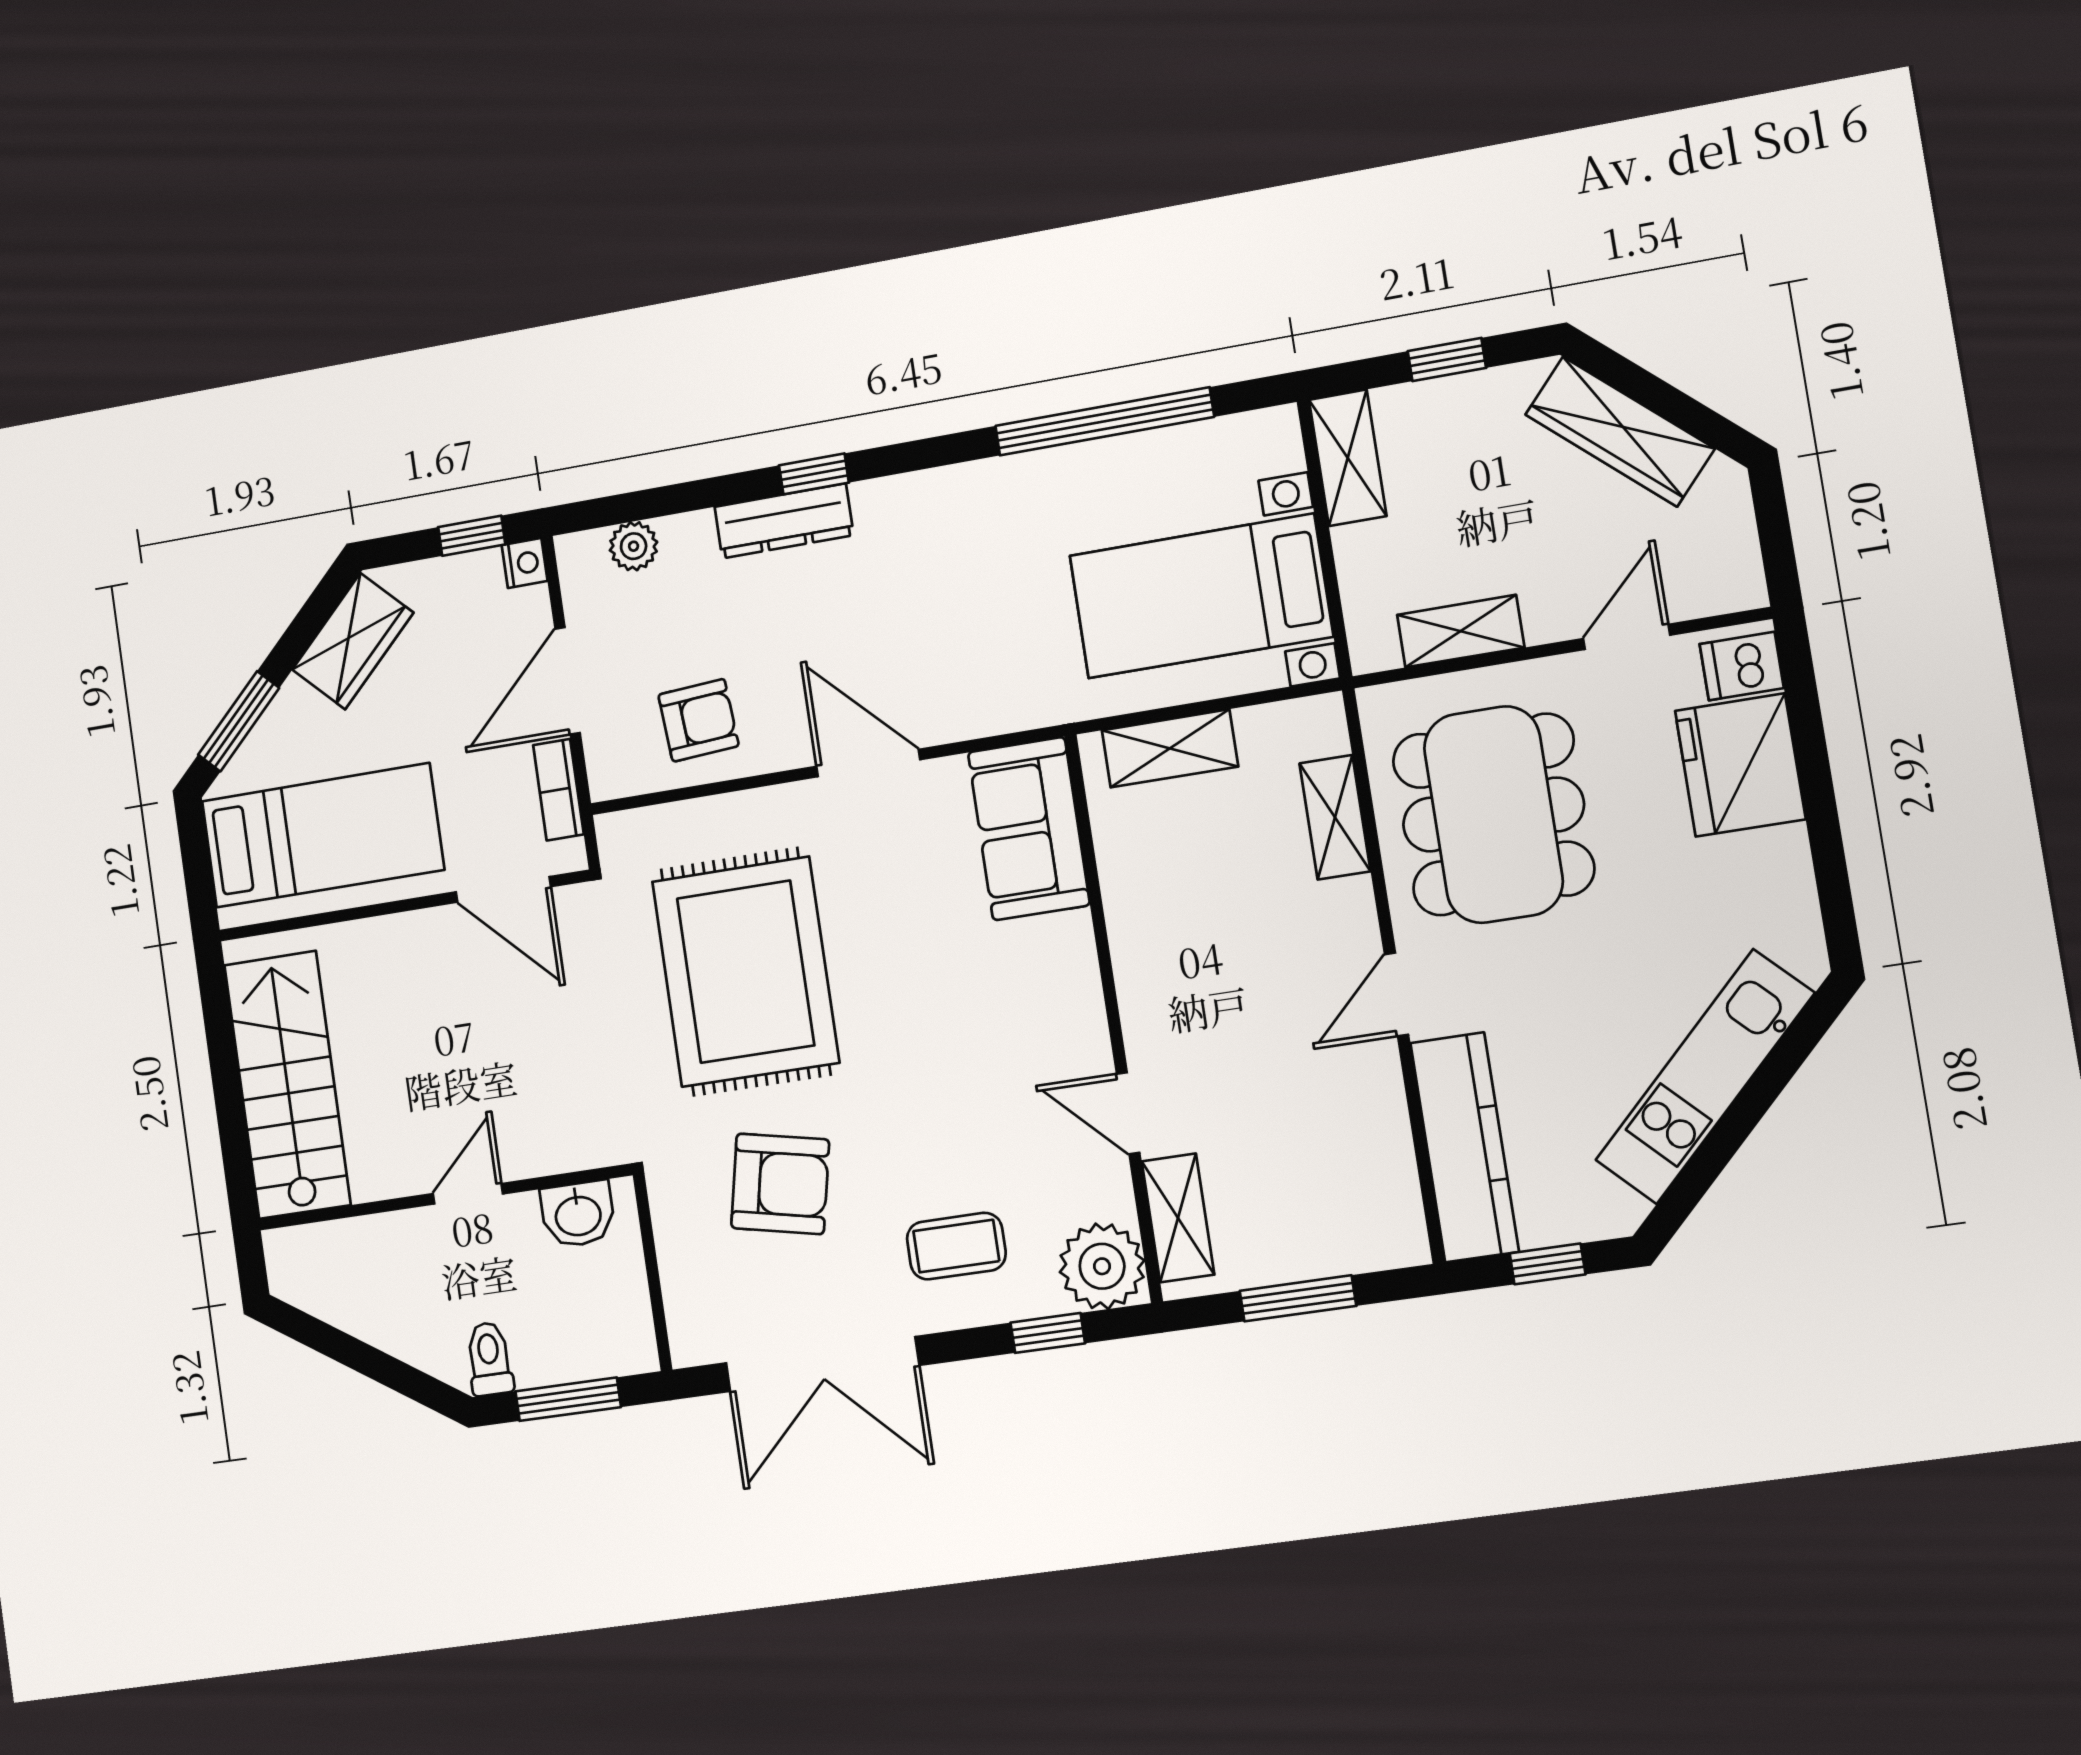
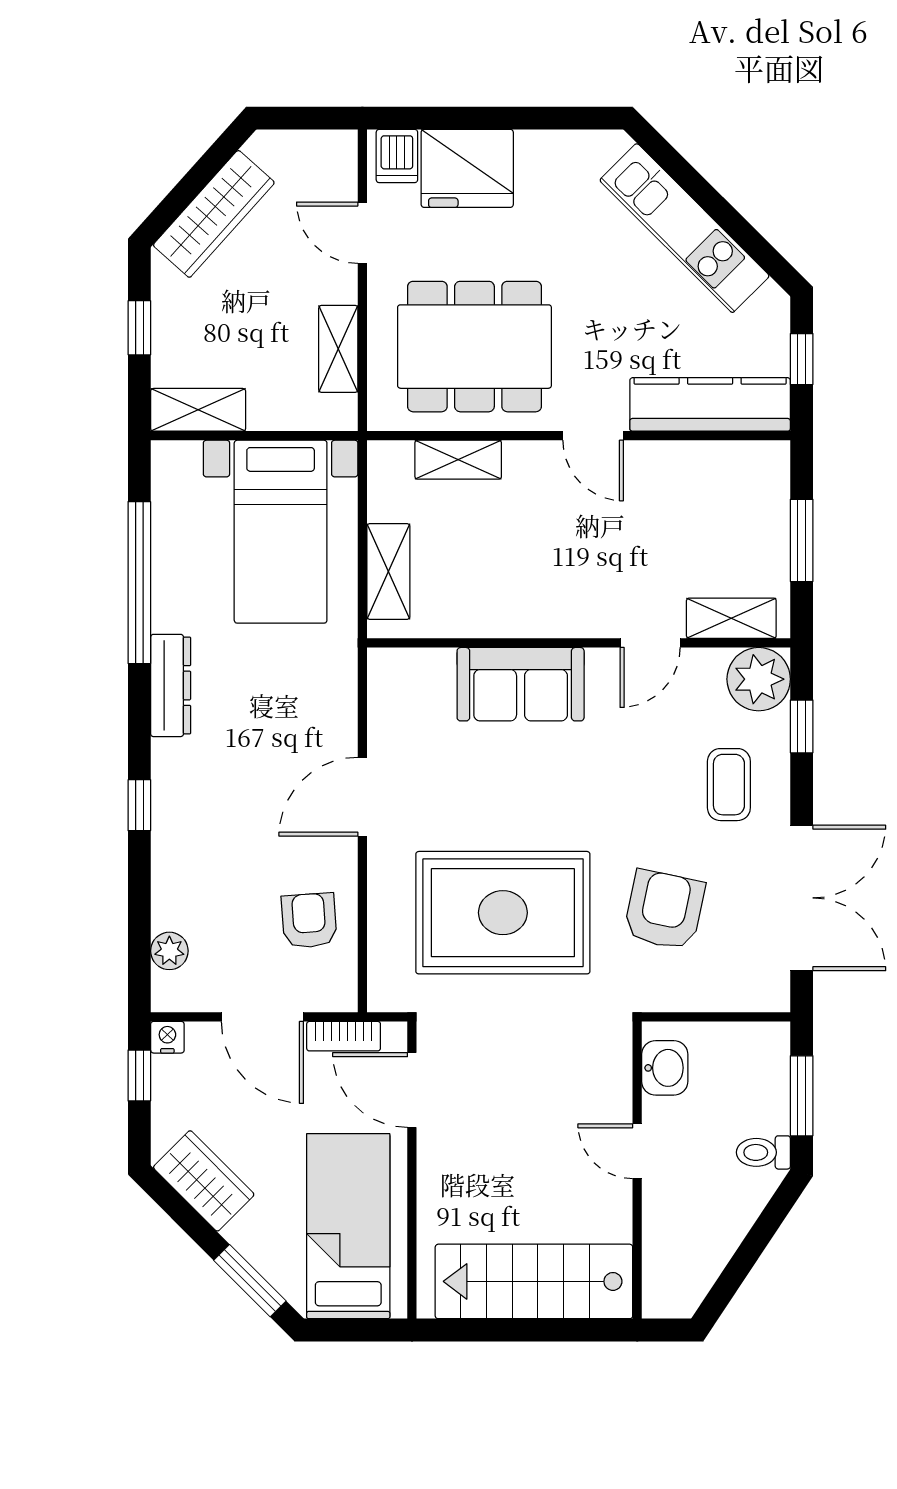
dresser: (784, 521) -> (171, 685), moved
sofa: (1029, 829) -> (521, 684), moved
door: (503, 889) -> (412, 1090), swing flipped

